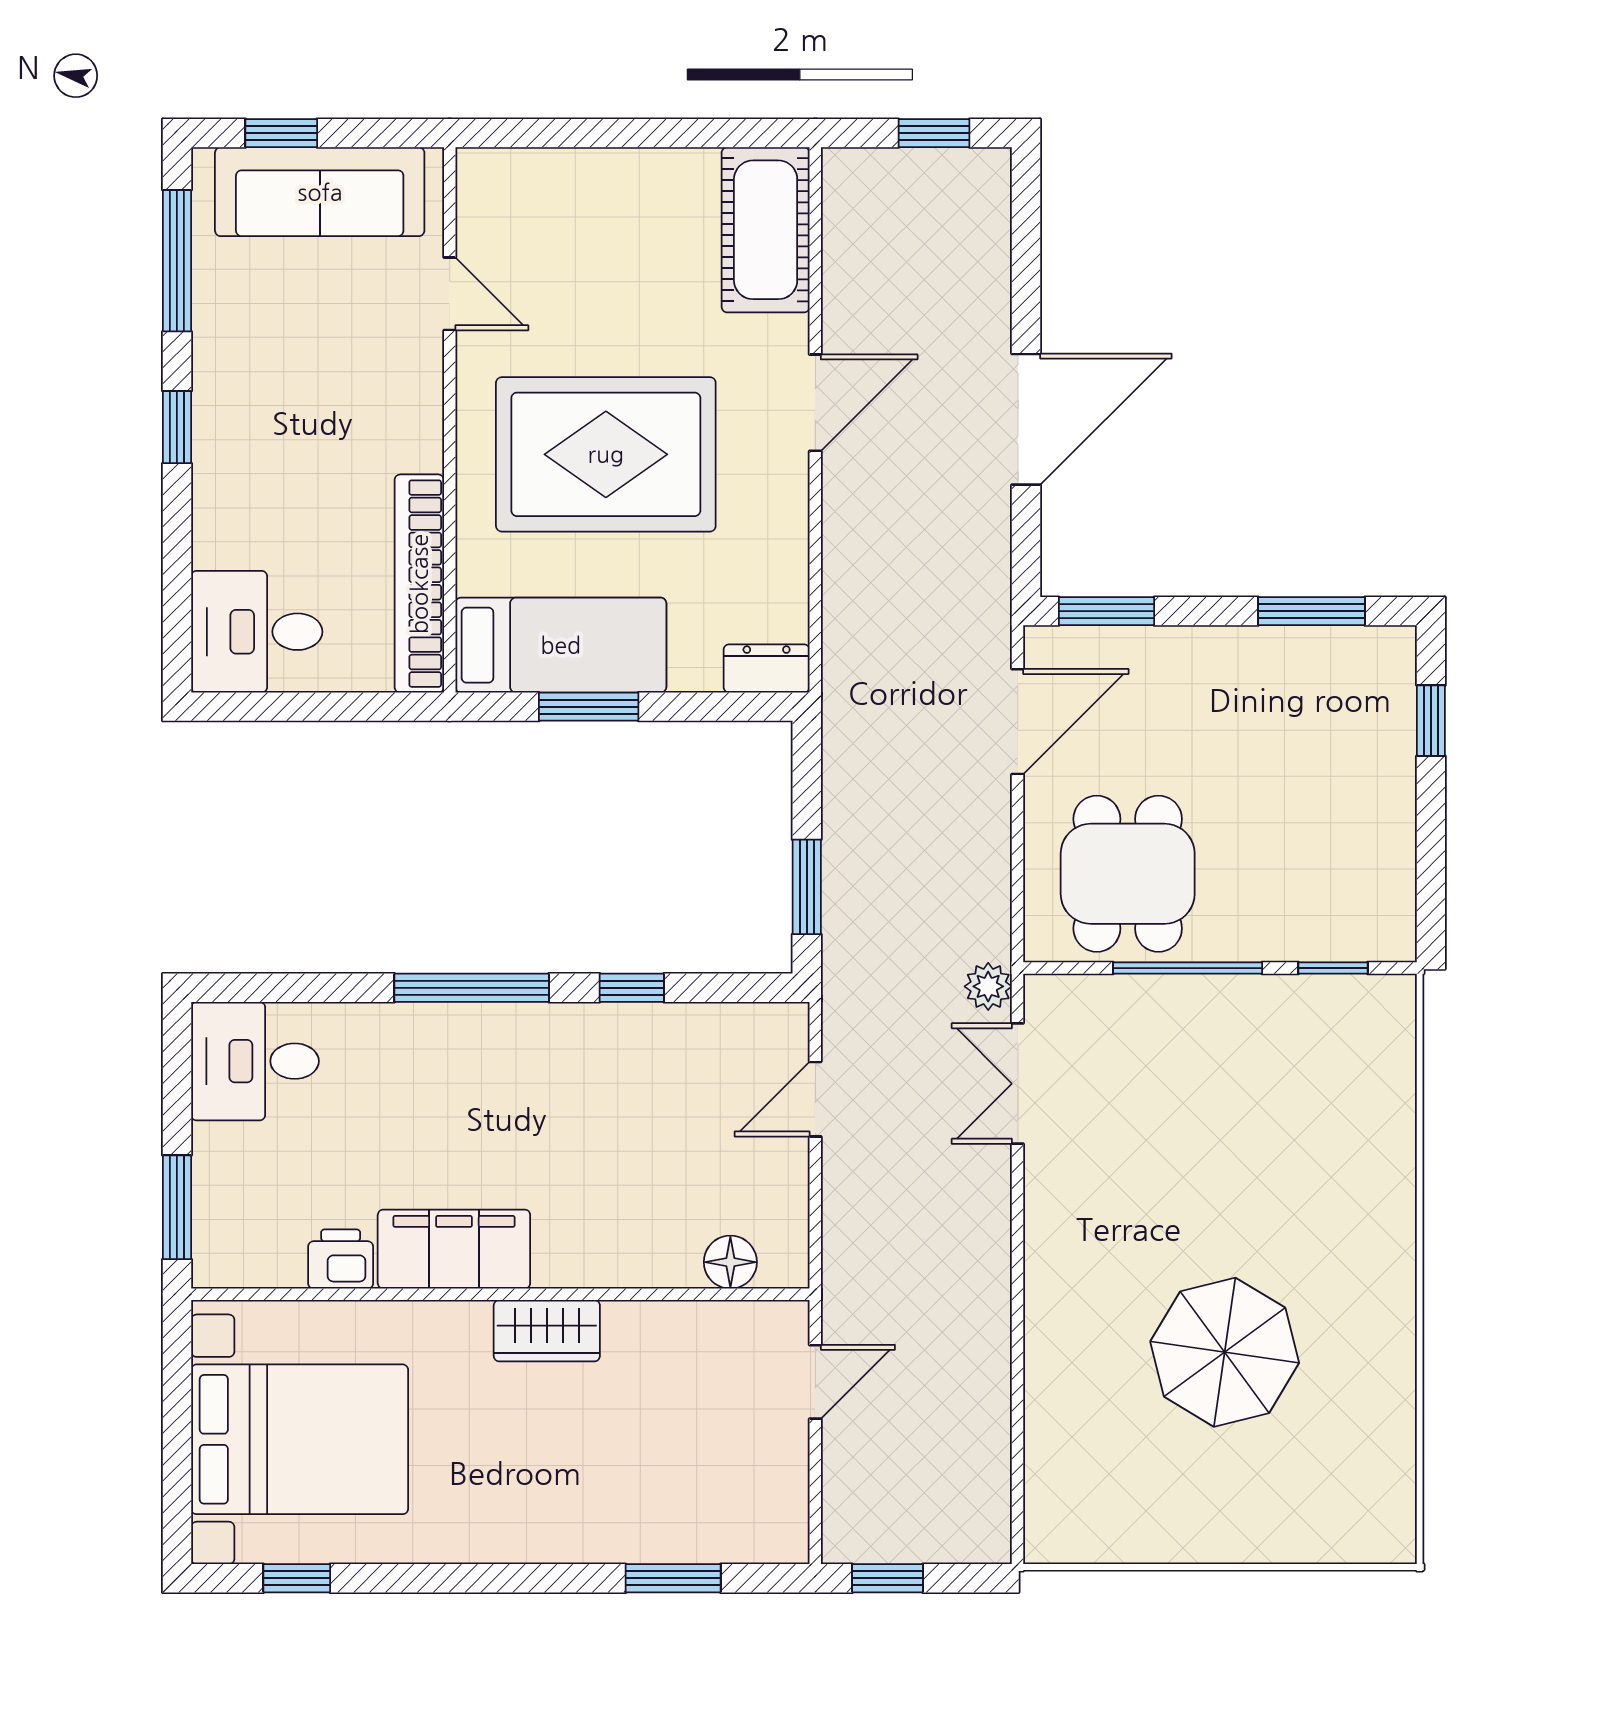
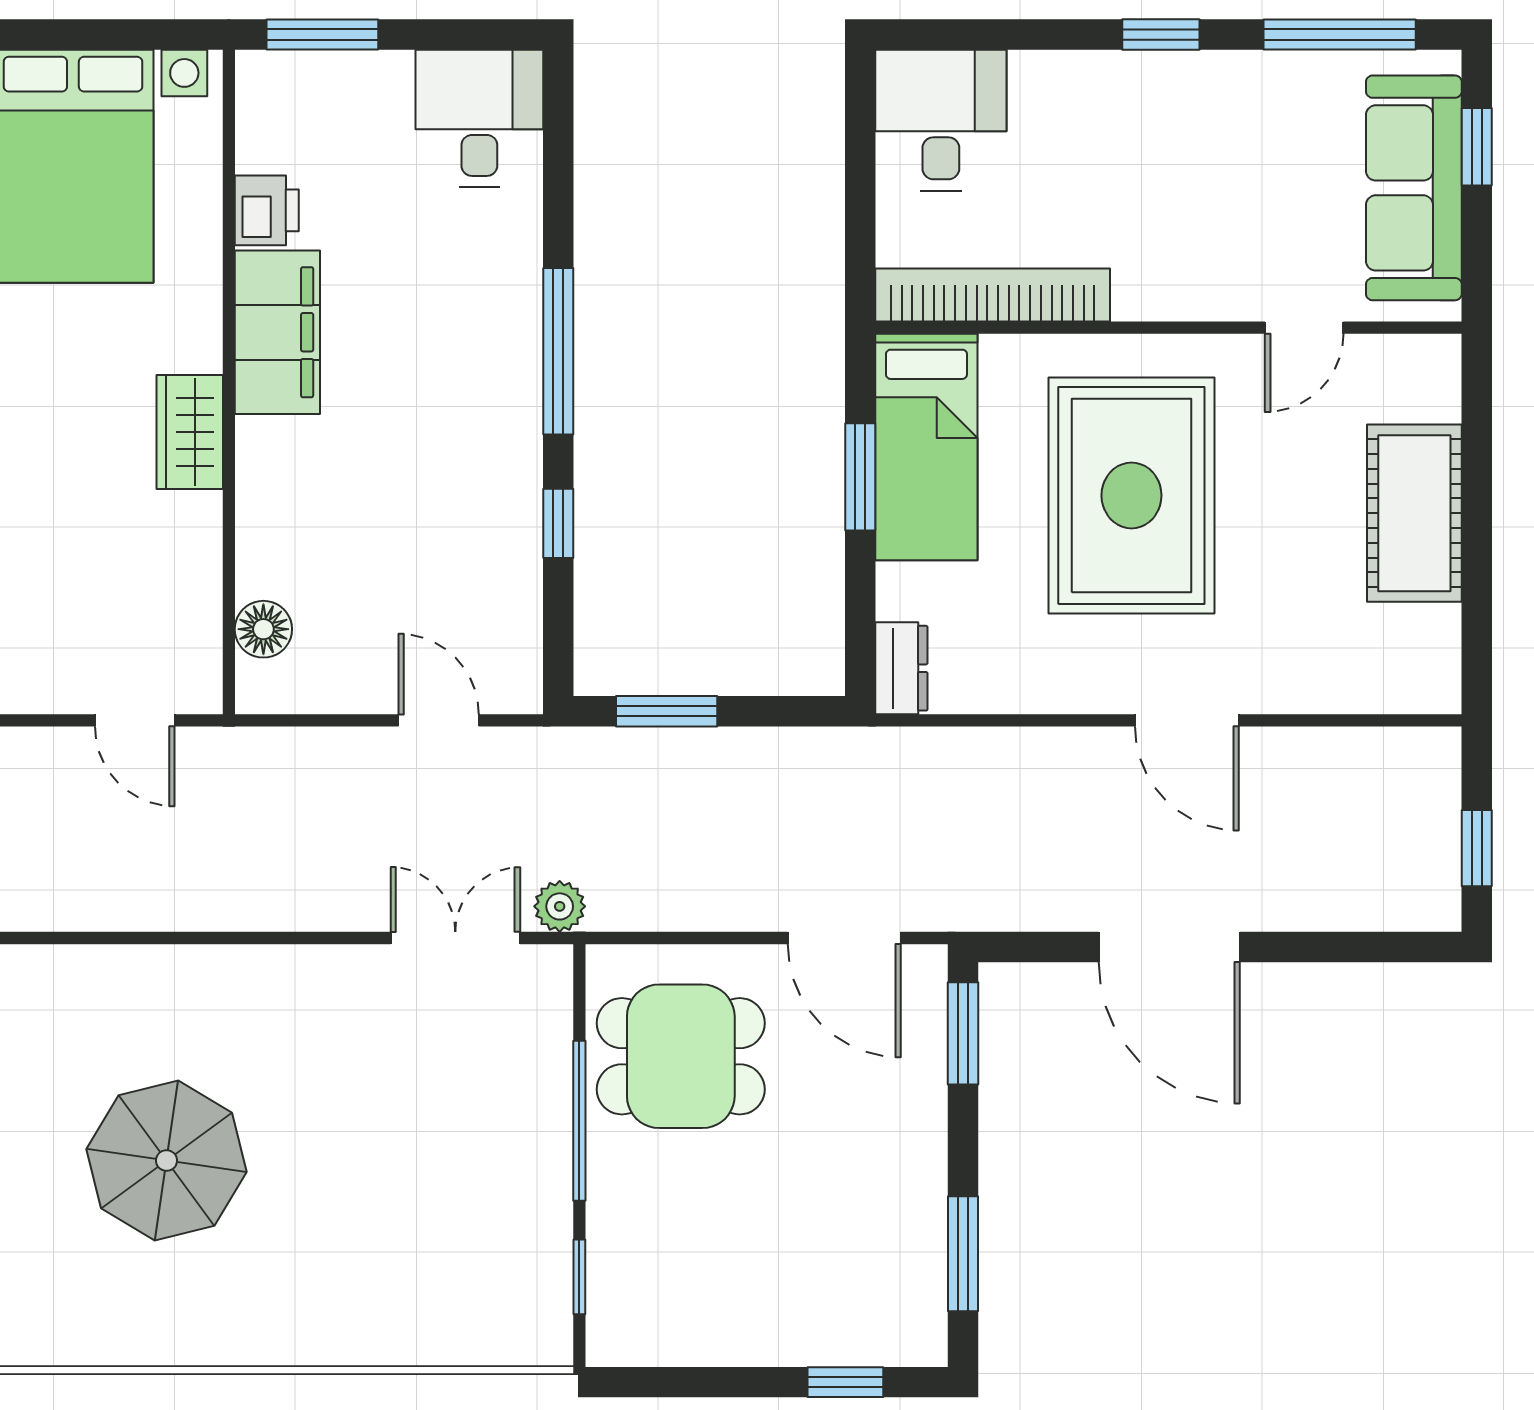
cot: (766, 230) -> (1414, 513), moved, turned 90

